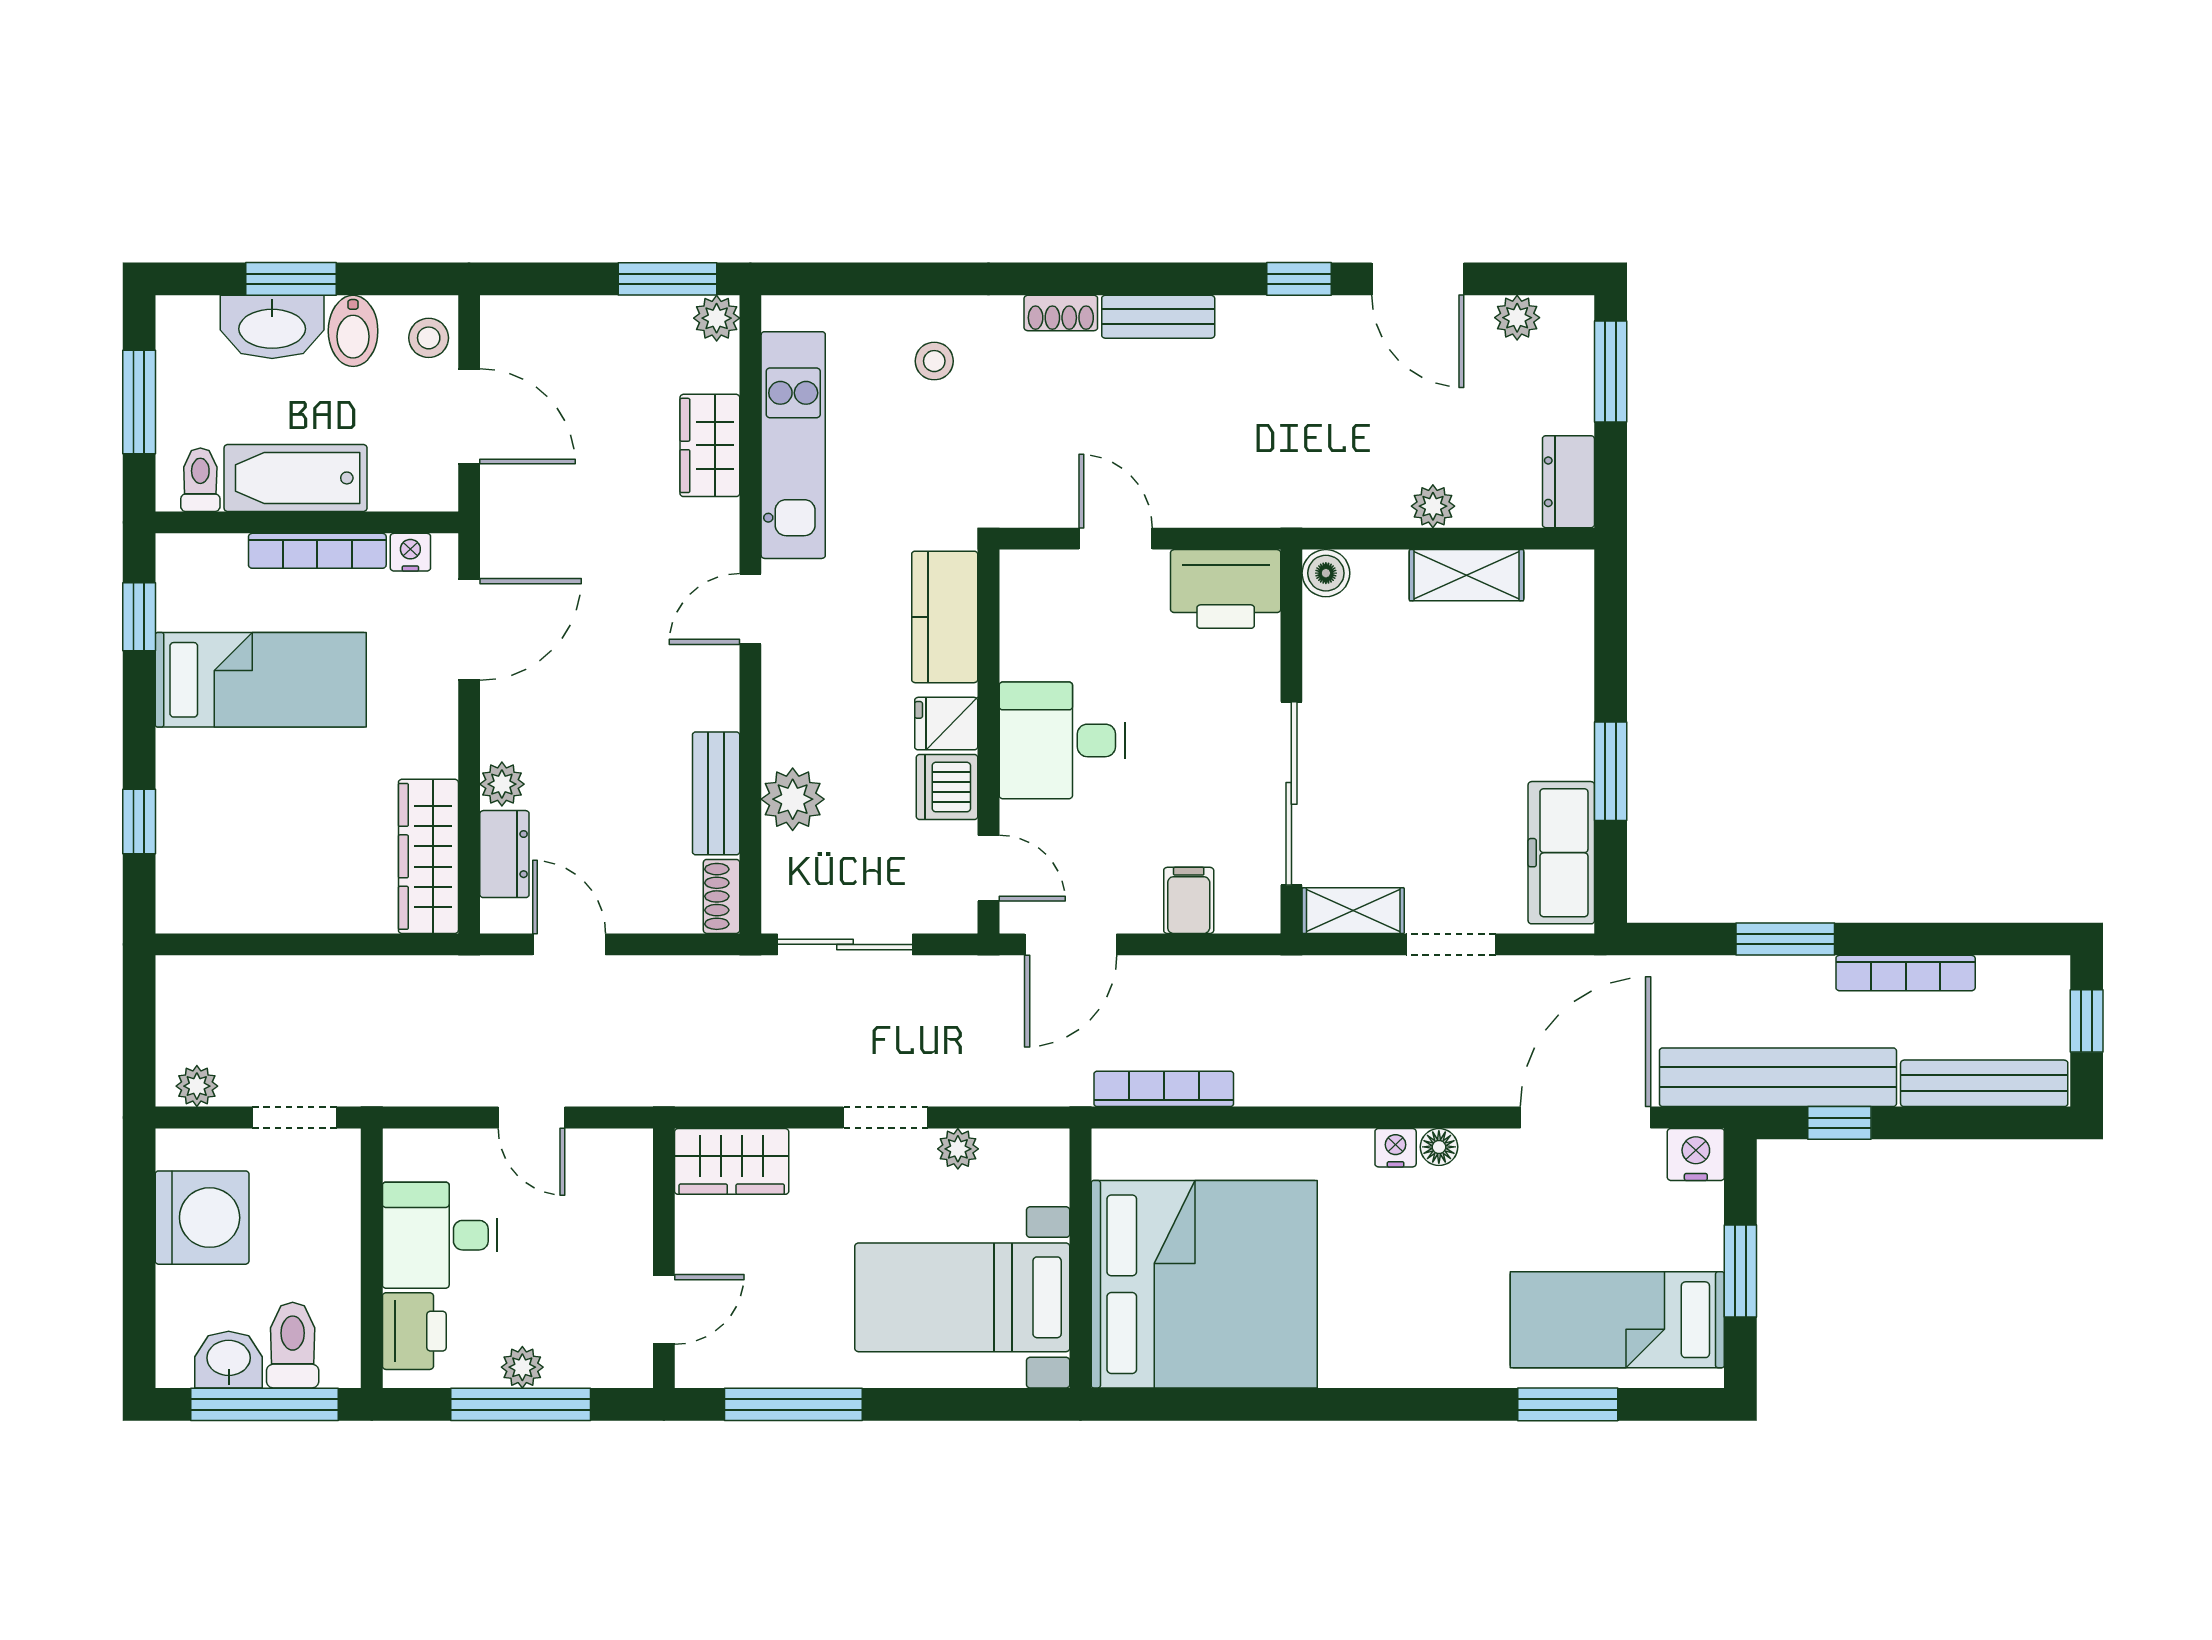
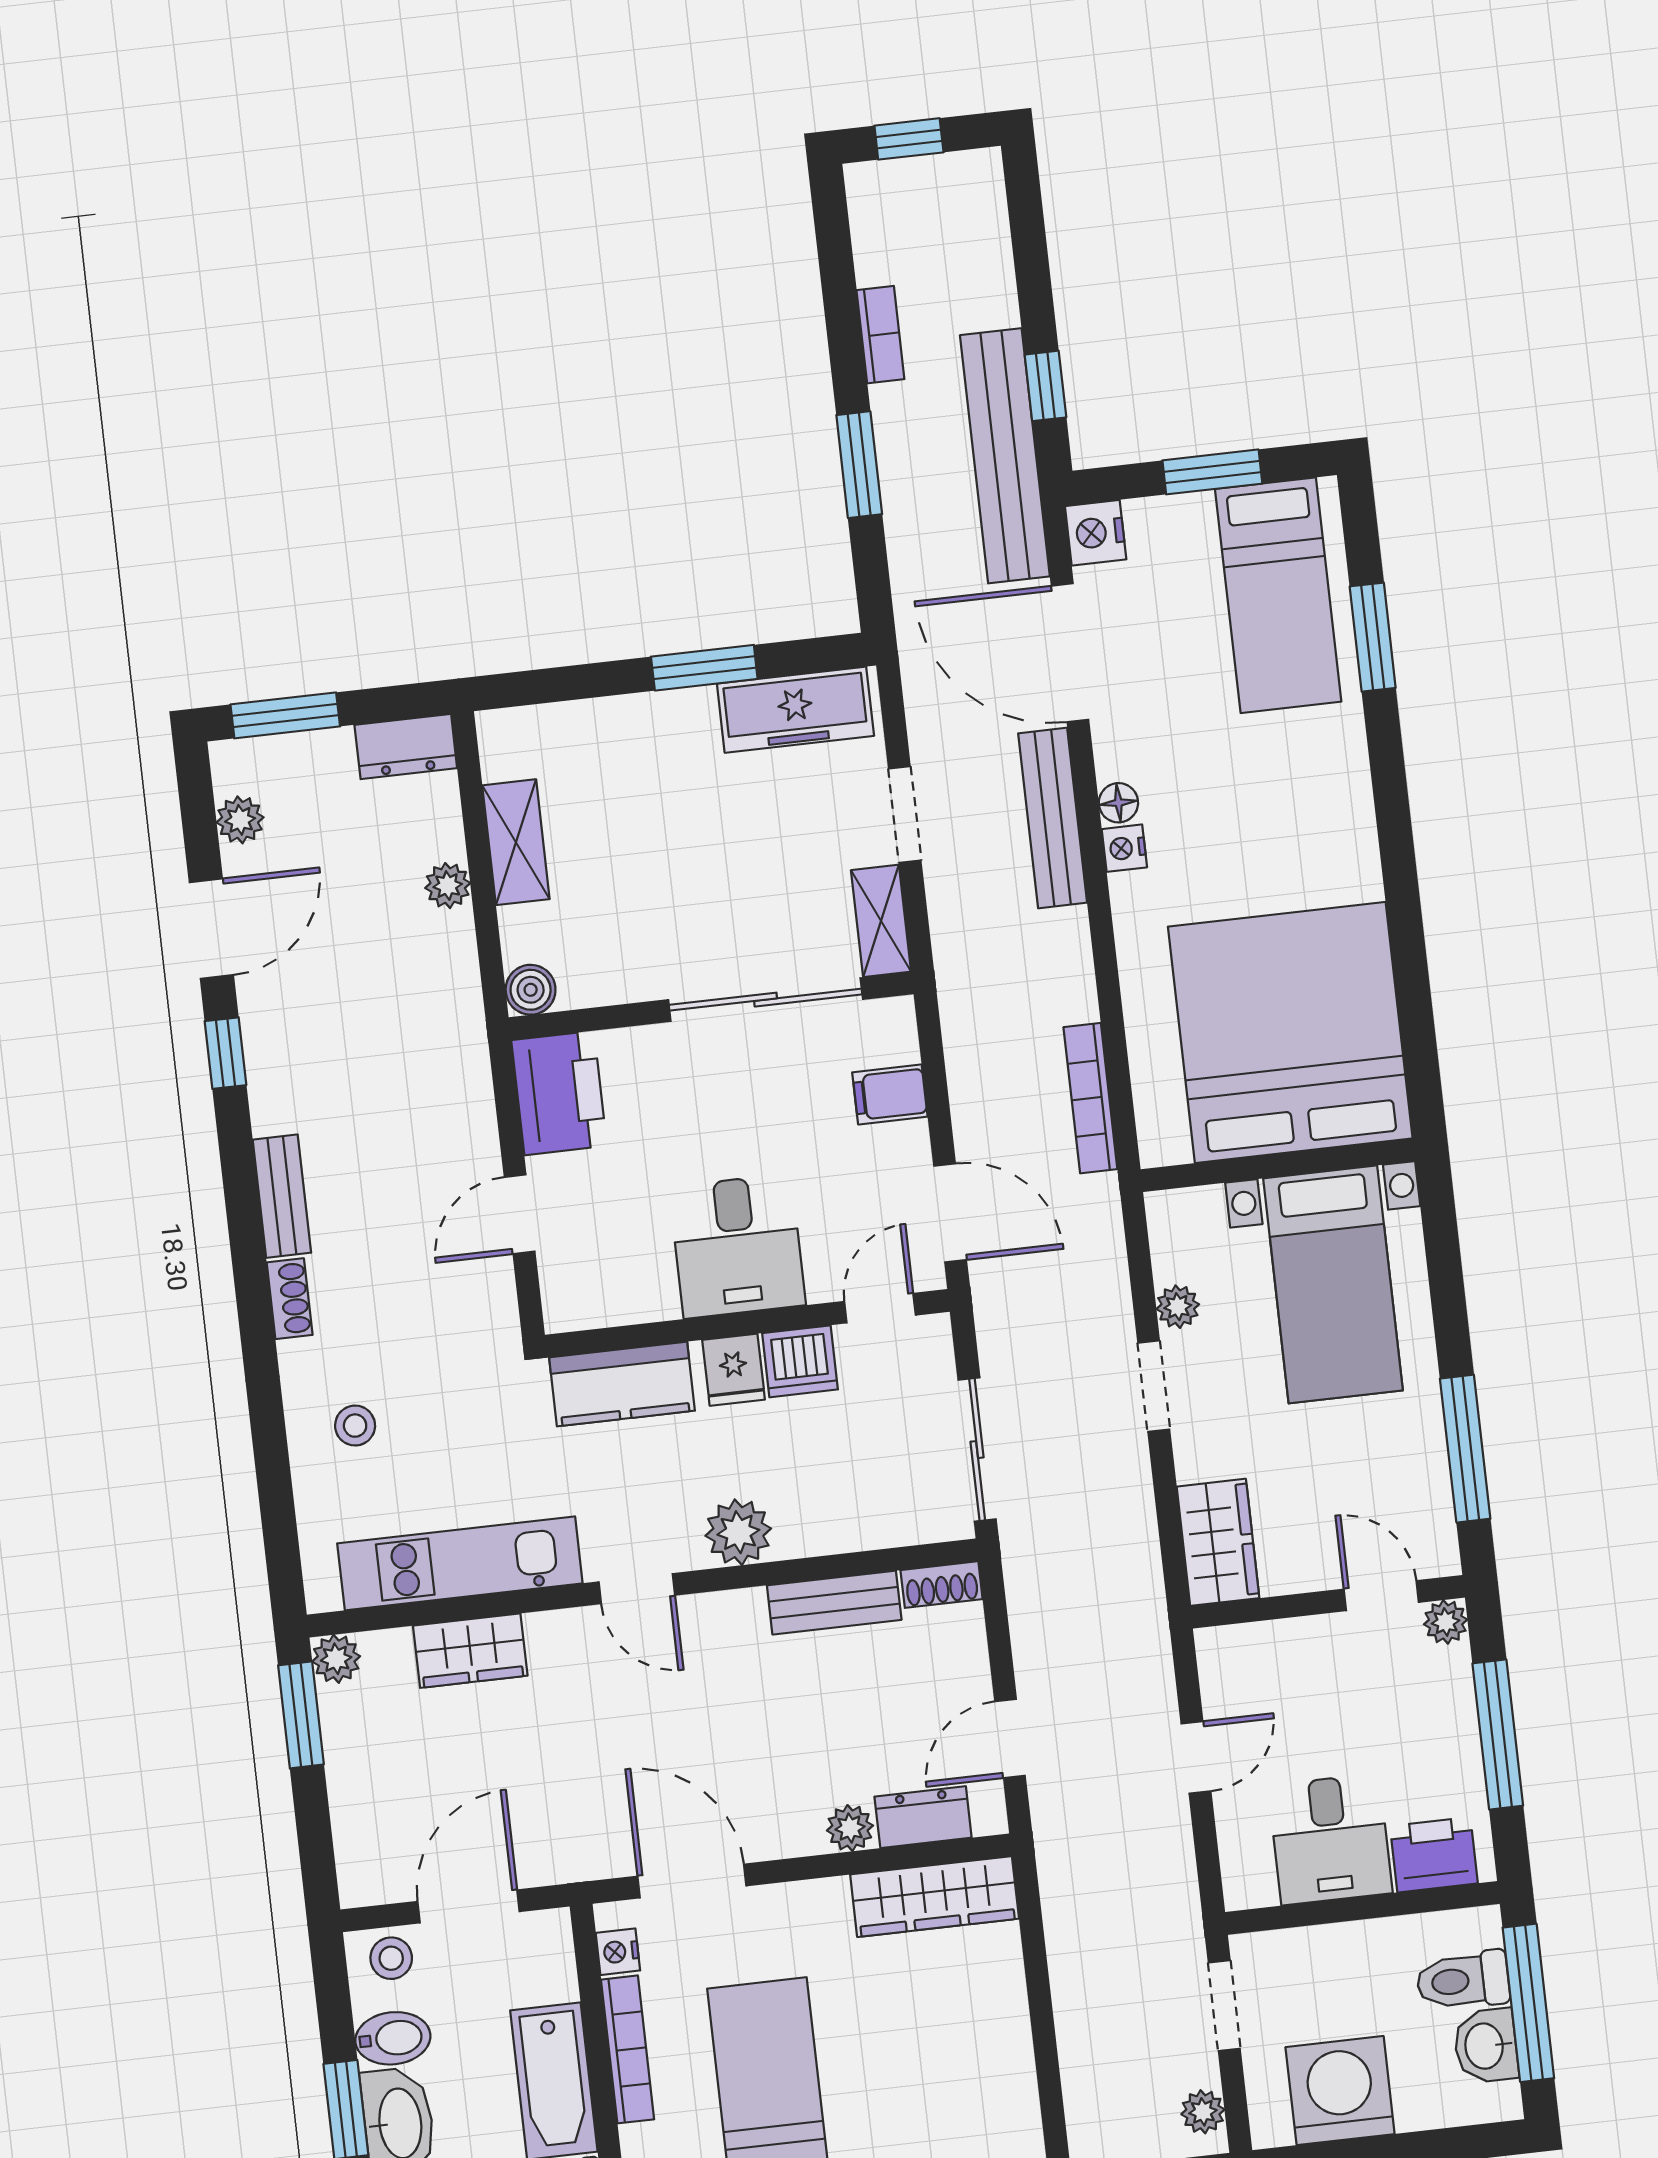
plant: (793, 799) -> (738, 1532), moved
bookcase: (1906, 973) -> (880, 335), width x0.64
bench: (1984, 1083) -> (1053, 818), moved
plant: (522, 1367) -> (1446, 1622), moved

